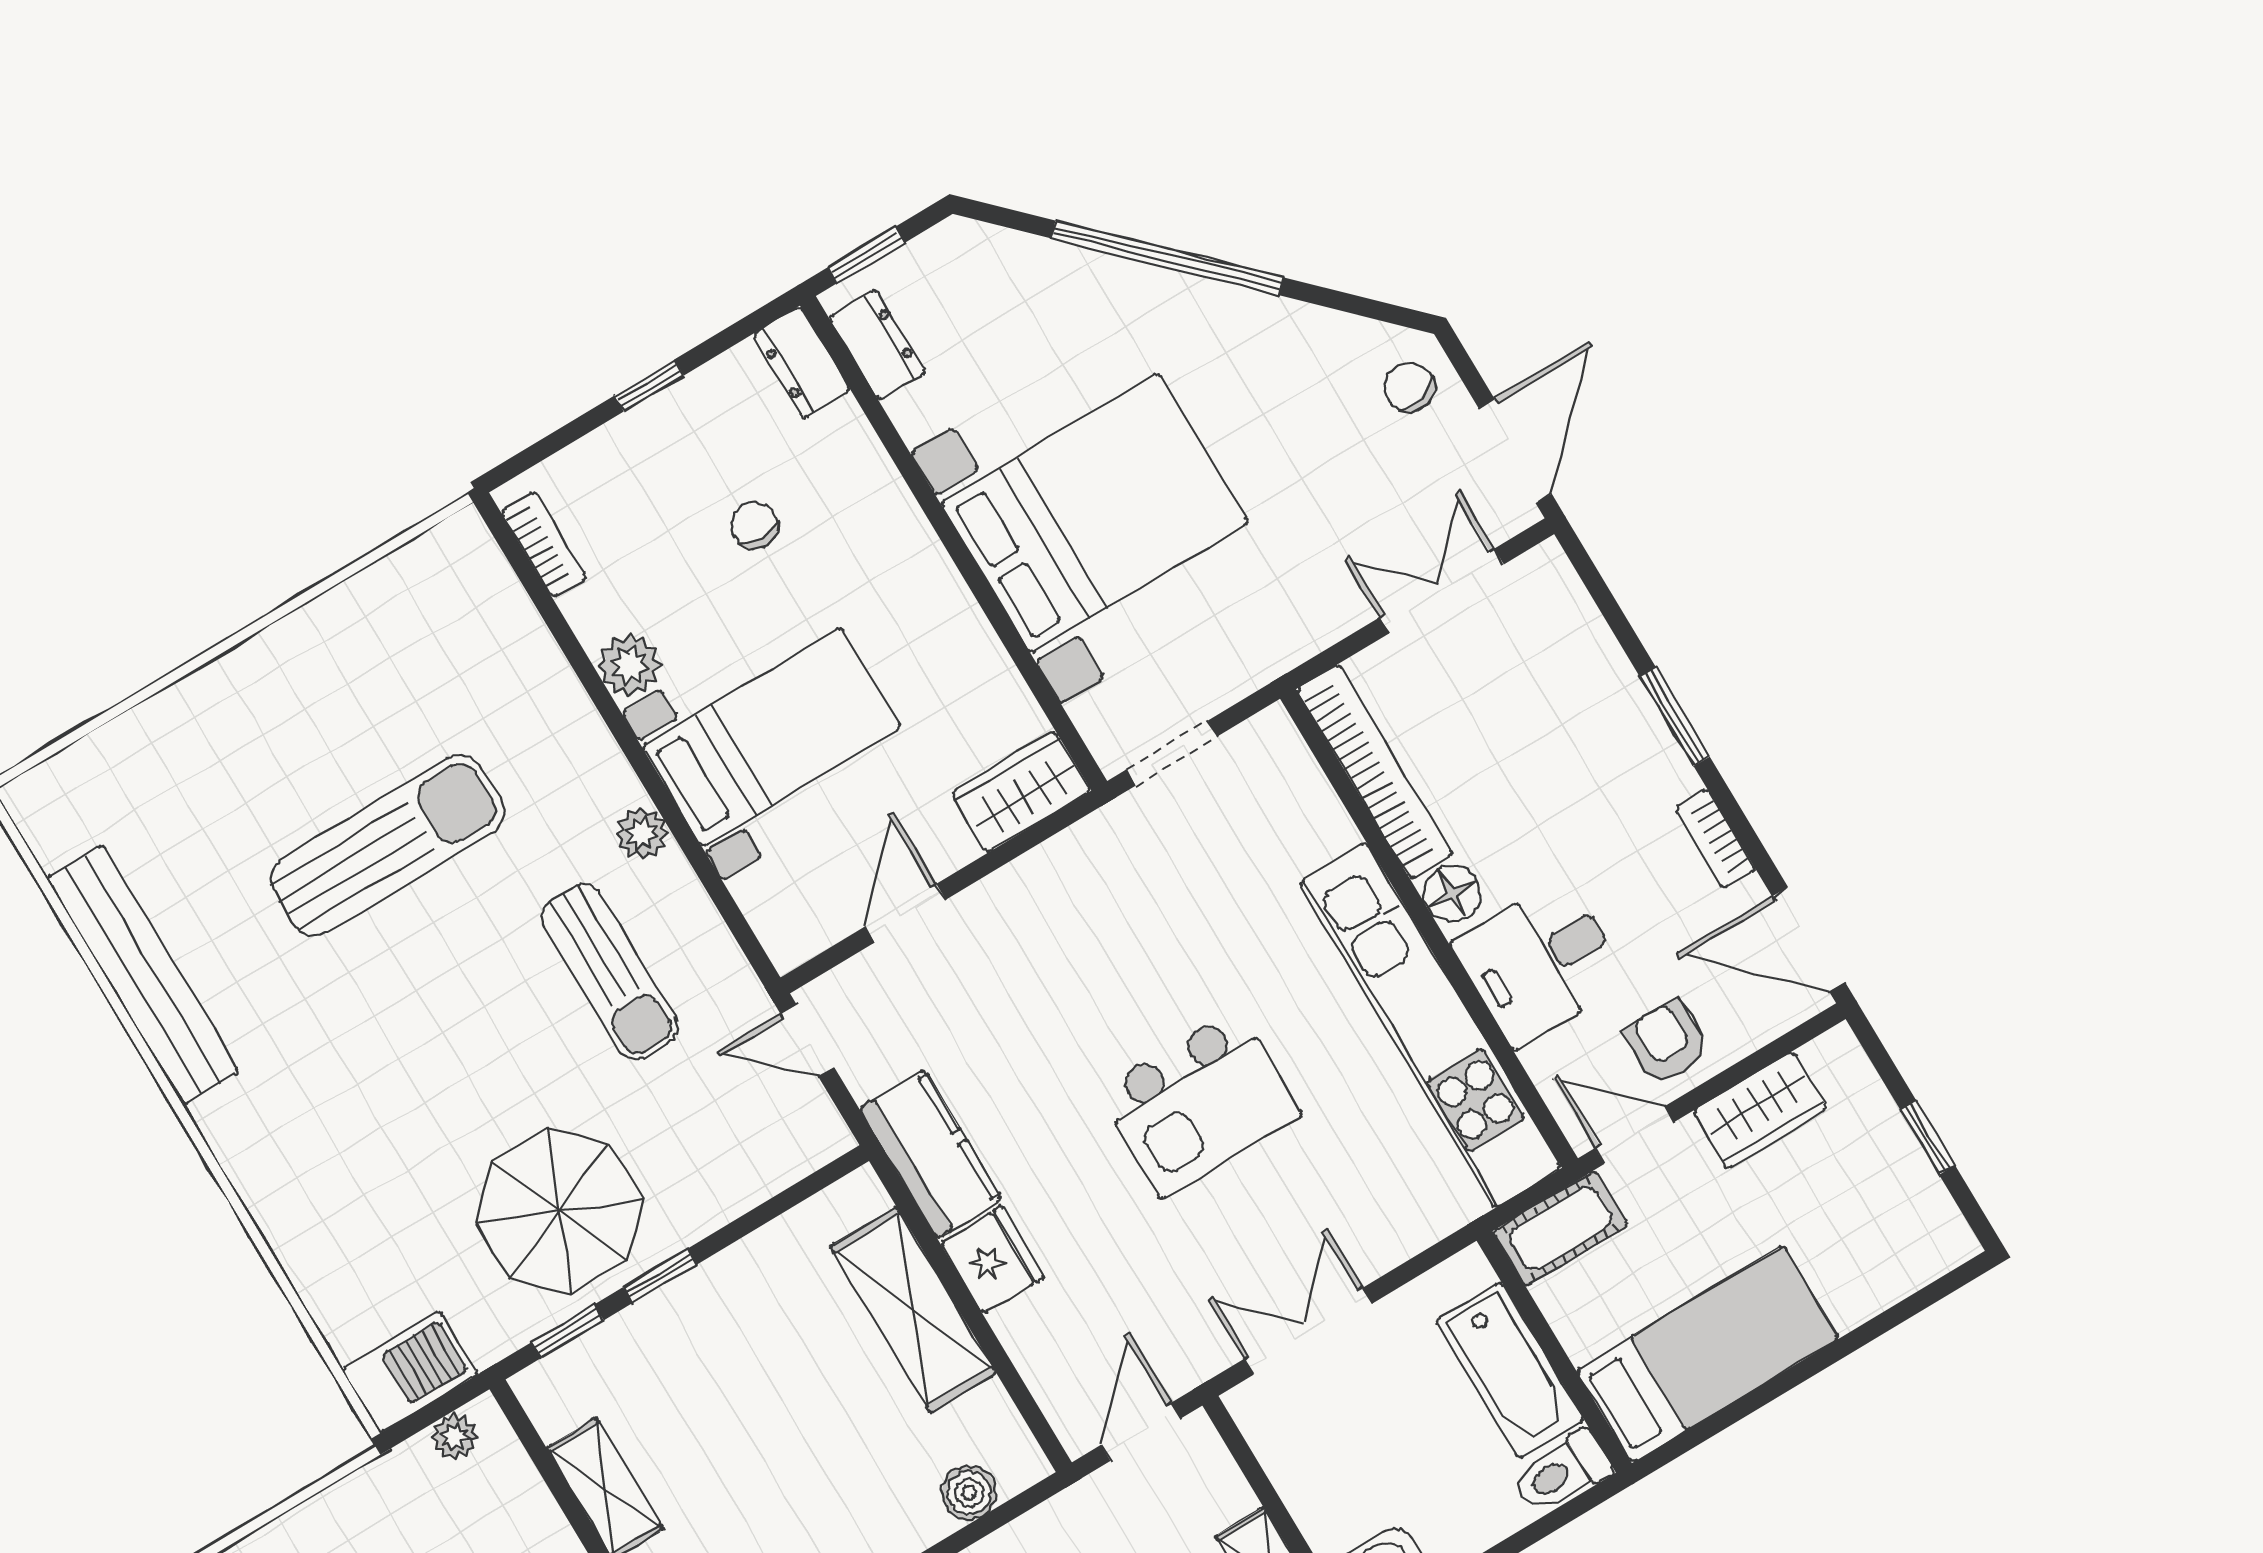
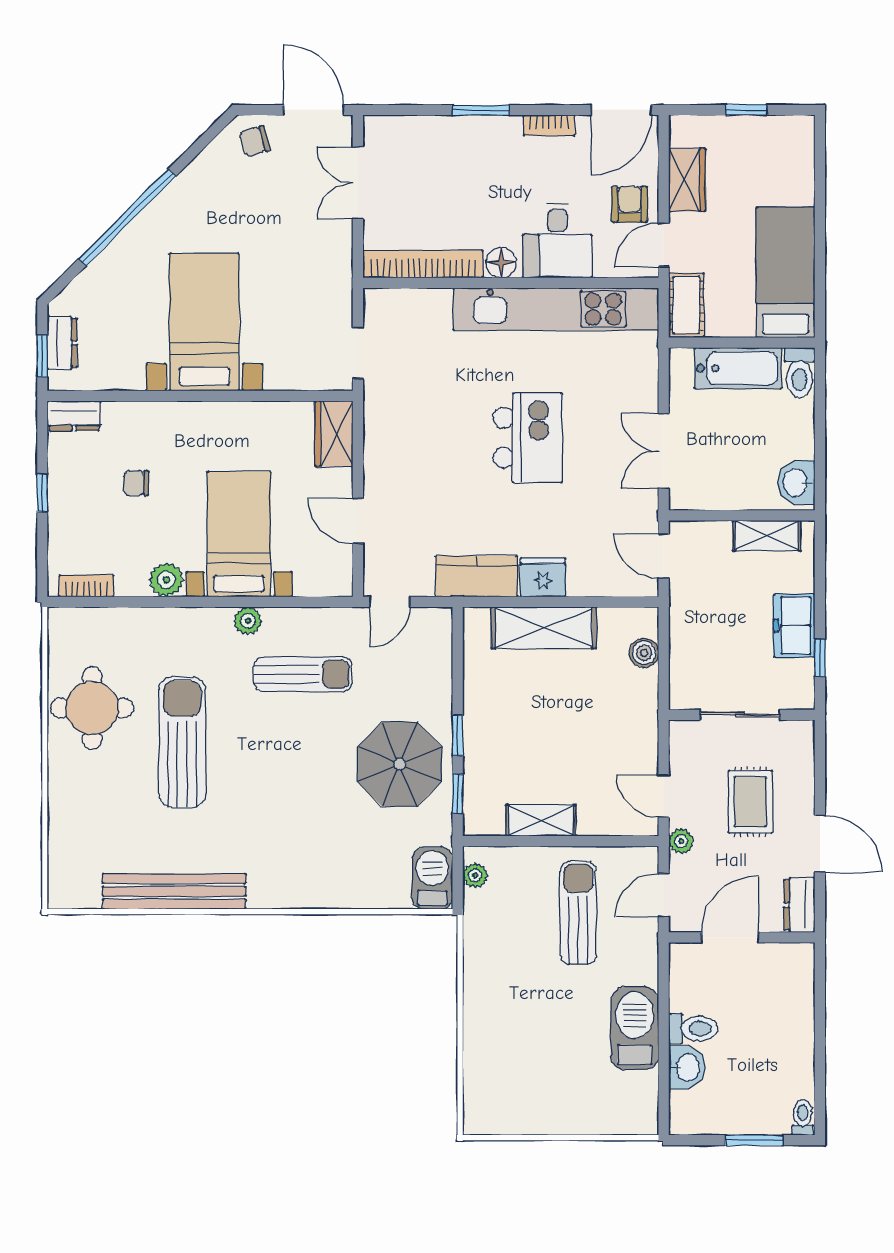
dresser: (877, 345) -> (62, 343), moved, turned 90
bed with nightstands: (1095, 513) -> (204, 322), width x0.73
round table: (355, 669) -> (92, 708), added
armchair: (1667, 1042) -> (629, 204), turned 90

